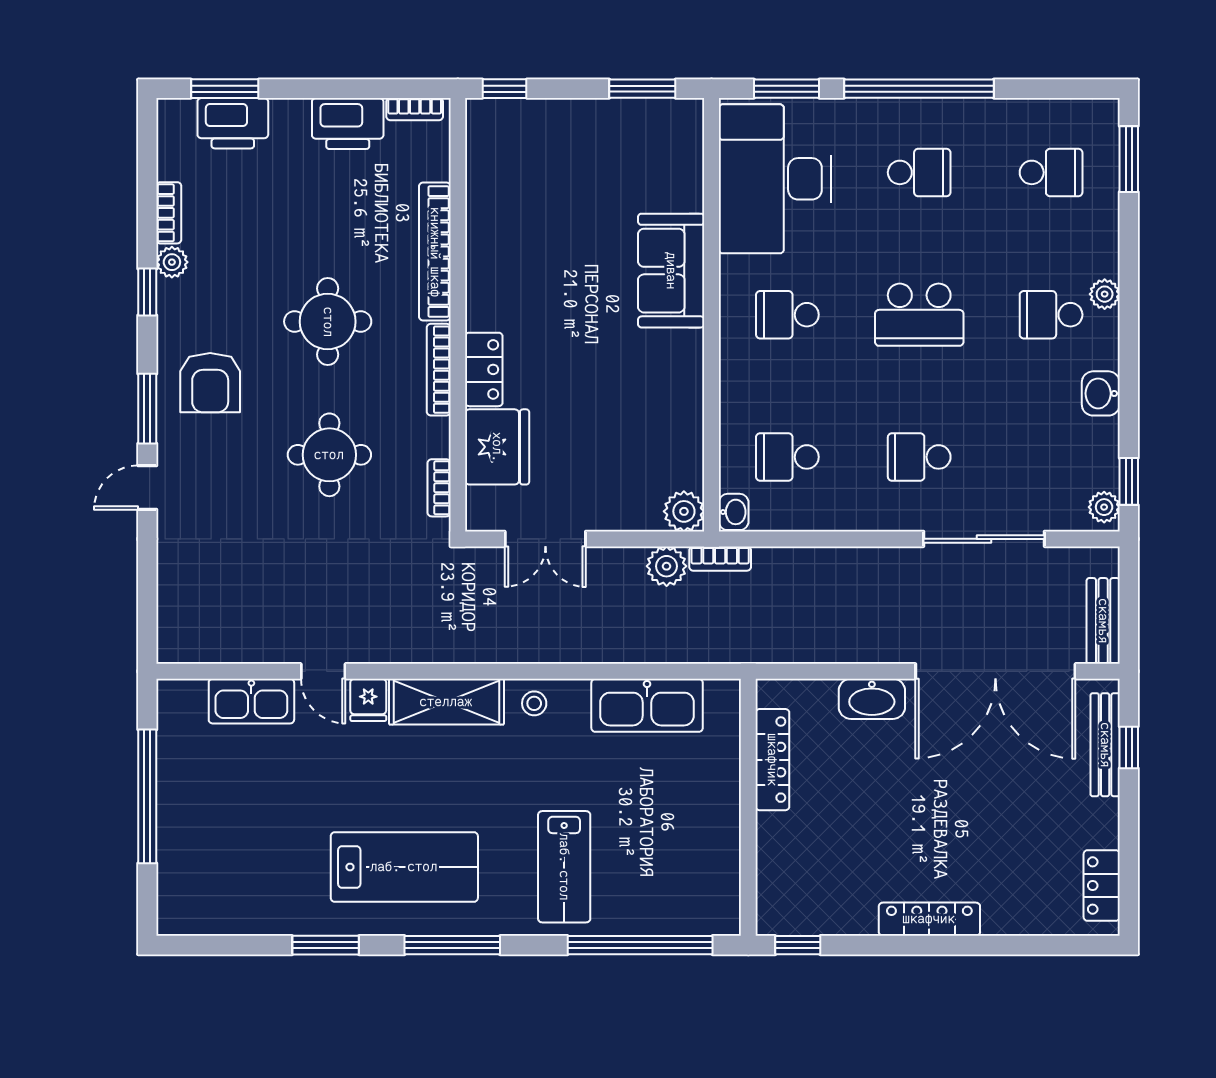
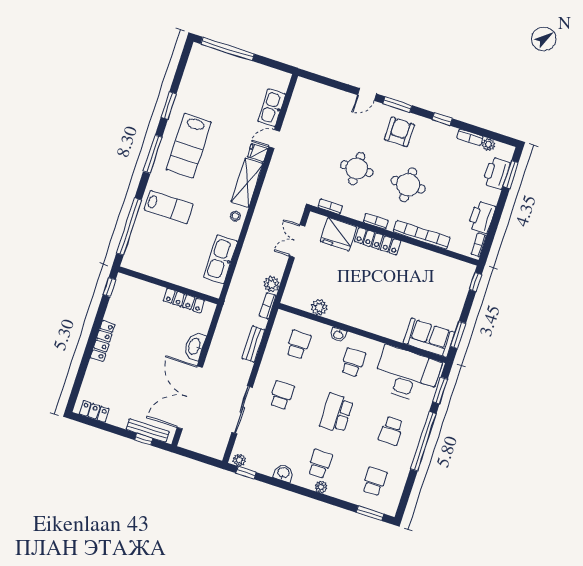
school desk: (1051, 172) -> (375, 482), turned 180
plant: (172, 262) -> (488, 145), moved
sofa: (671, 271) -> (429, 338), moved
locker: (484, 369) -> (378, 241), width x1.53
bookcase: (439, 370) -> (376, 221), width x0.64
armchair: (210, 383) -> (399, 132), turned 90
door: (147, 488) -> (367, 94), swing flipped
plant: (684, 511) -> (319, 307), moved
washbasin: (734, 512) -> (338, 335), moved
bench: (1103, 621) -> (253, 344), moved, turned 90
window: (147, 796) -> (227, 49), moved
lab bench: (564, 867) -> (169, 207), turned 180

